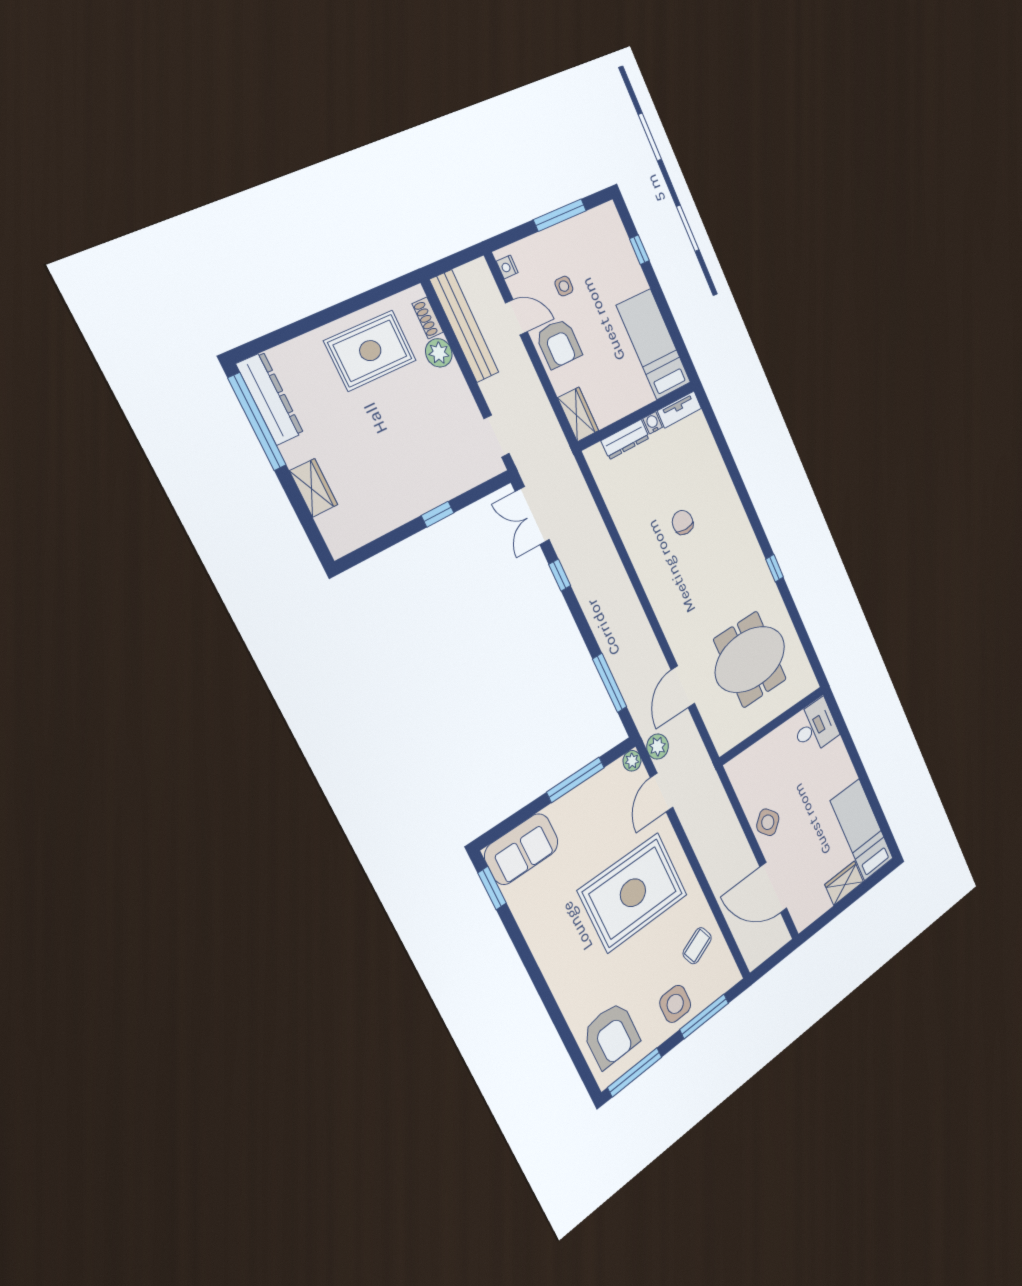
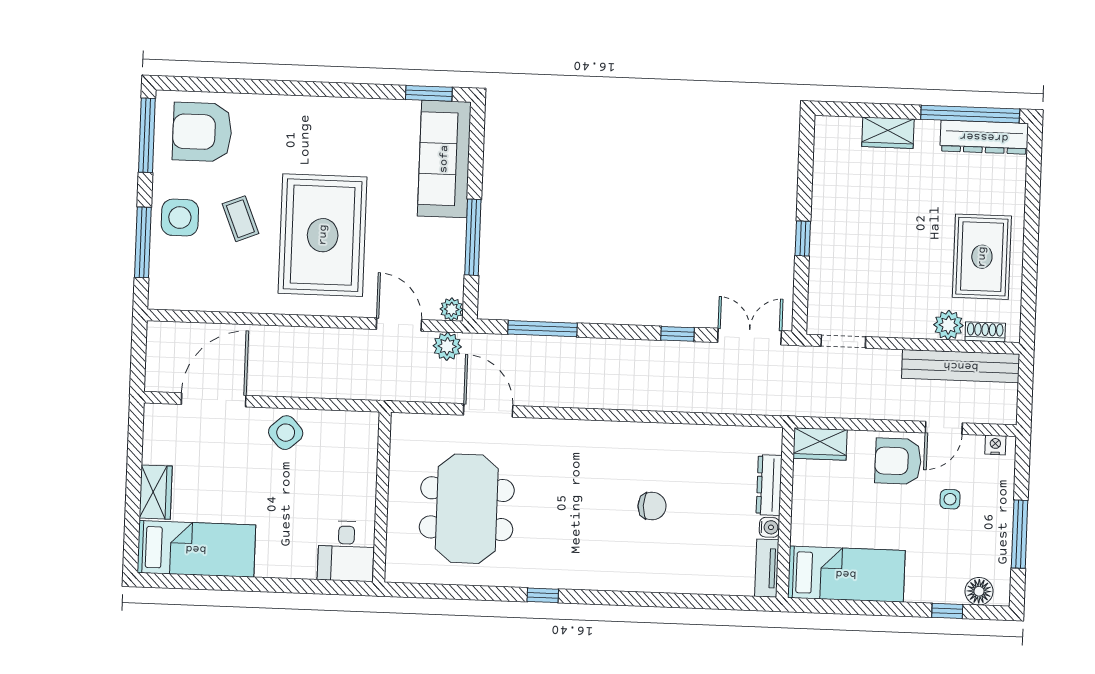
floor lamp: (614, 230) -> (979, 591), added
sofa: (522, 849) -> (444, 159), width x1.36
coffee table: (697, 946) -> (240, 219), moved

